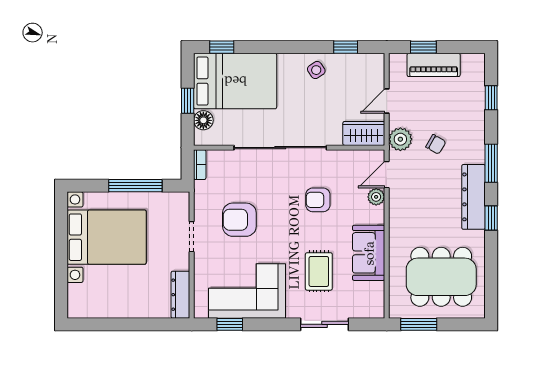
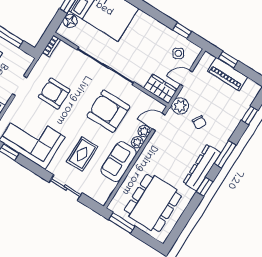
side table: (316, 70) -> (178, 53), moved
armchair: (318, 200) -> (108, 111), width x1.88, depth x1.88
plant: (376, 215) -> (137, 142), added
dining table: (441, 277) -> (153, 203), turned 90

